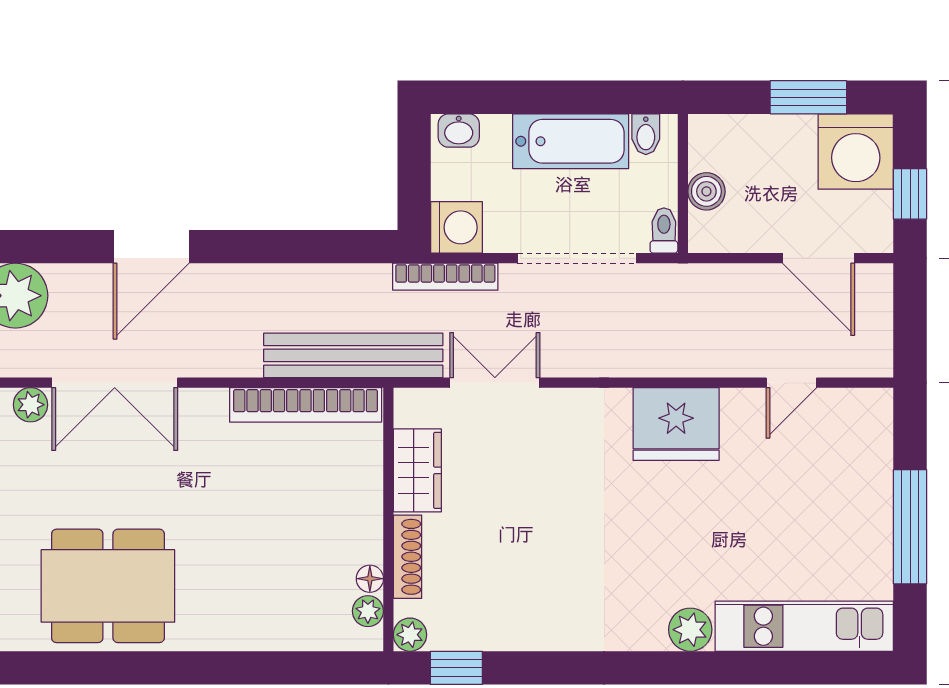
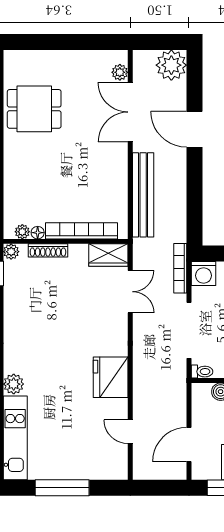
bench: (353, 355) -> (143, 195), moved
bookcase: (306, 405) -> (81, 231), moved, turned 90
wardrobe: (417, 470) -> (108, 255), moved
dining table: (108, 586) -> (34, 109), width x0.73

